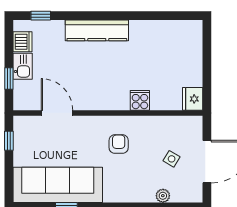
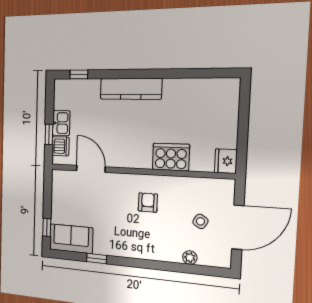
dishwasher: (22, 42) -> (61, 146), moved
cooker: (140, 100) -> (171, 157), width x1.87, depth x1.31
window: (9, 141) -> (47, 227), moved
sofa: (58, 185) -> (71, 239), width x0.54, depth x0.79

